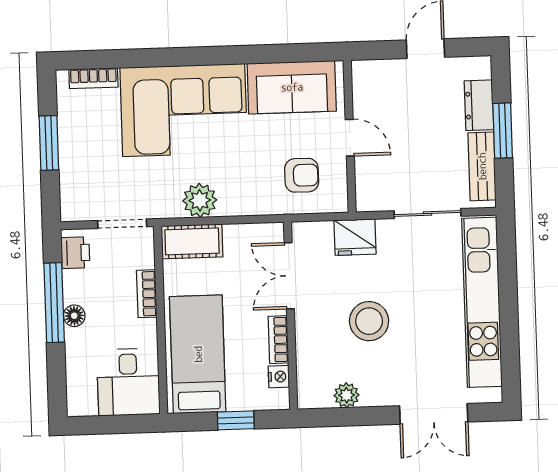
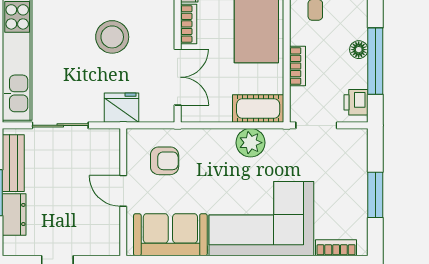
armchair: (302, 175) -> (165, 161), turned 180

